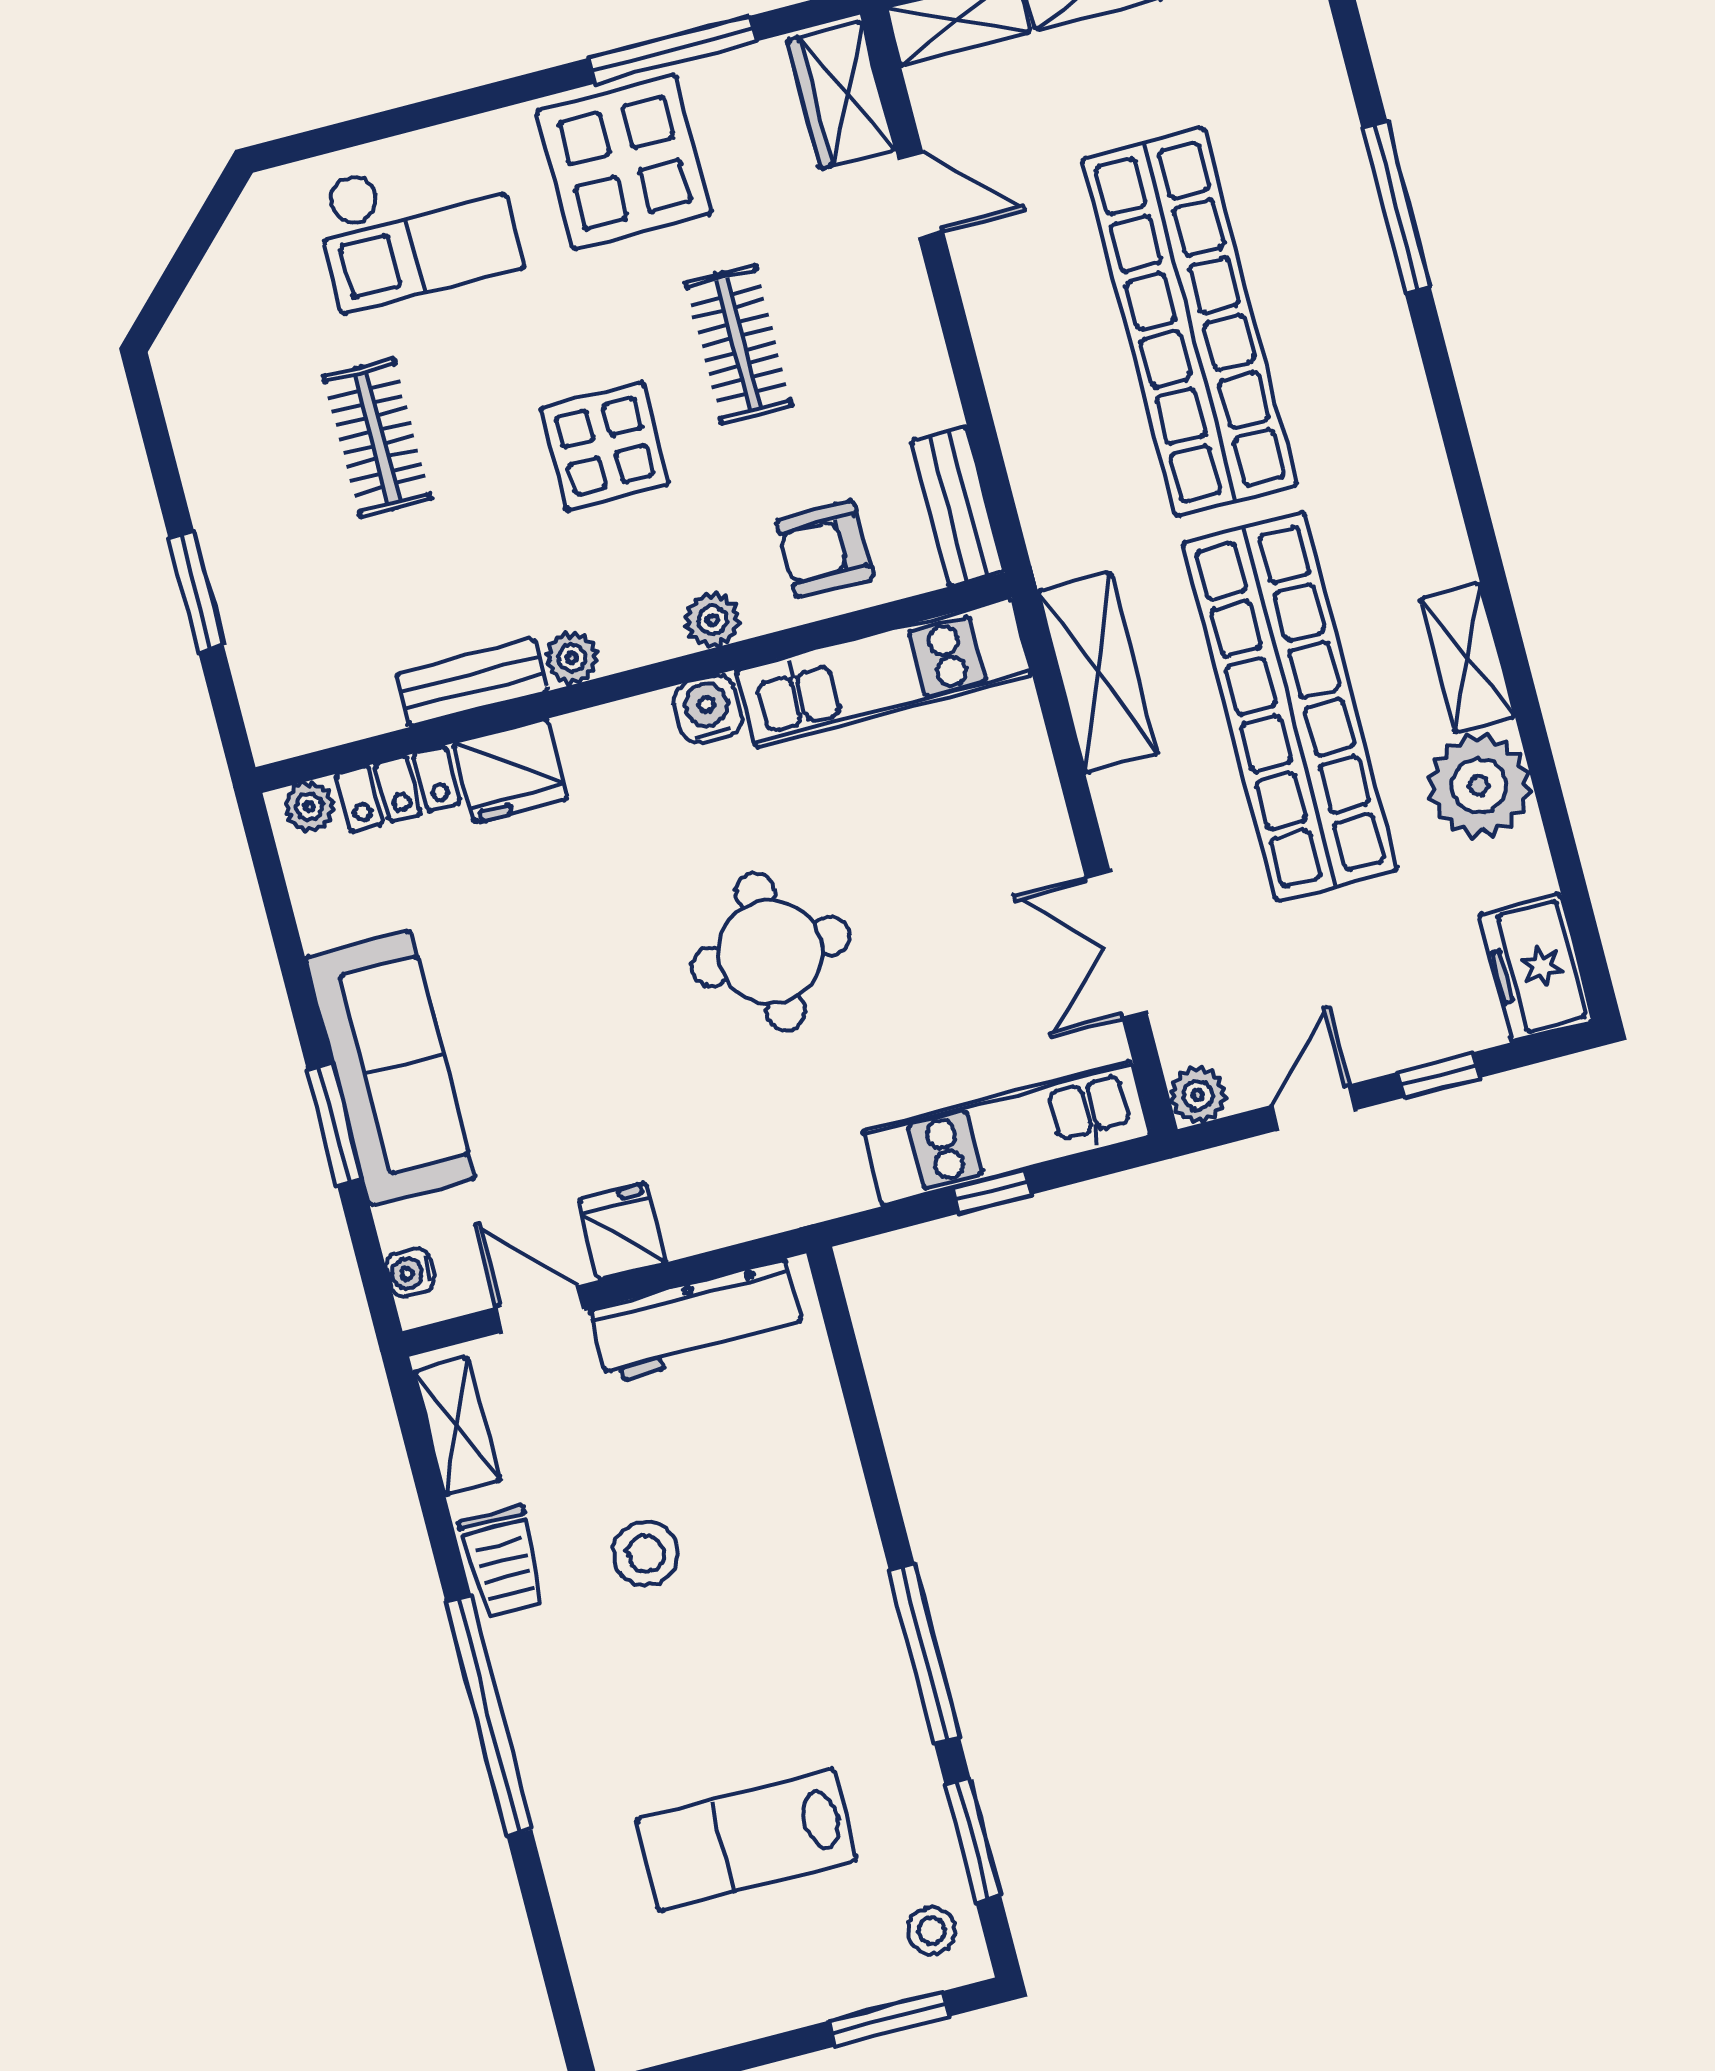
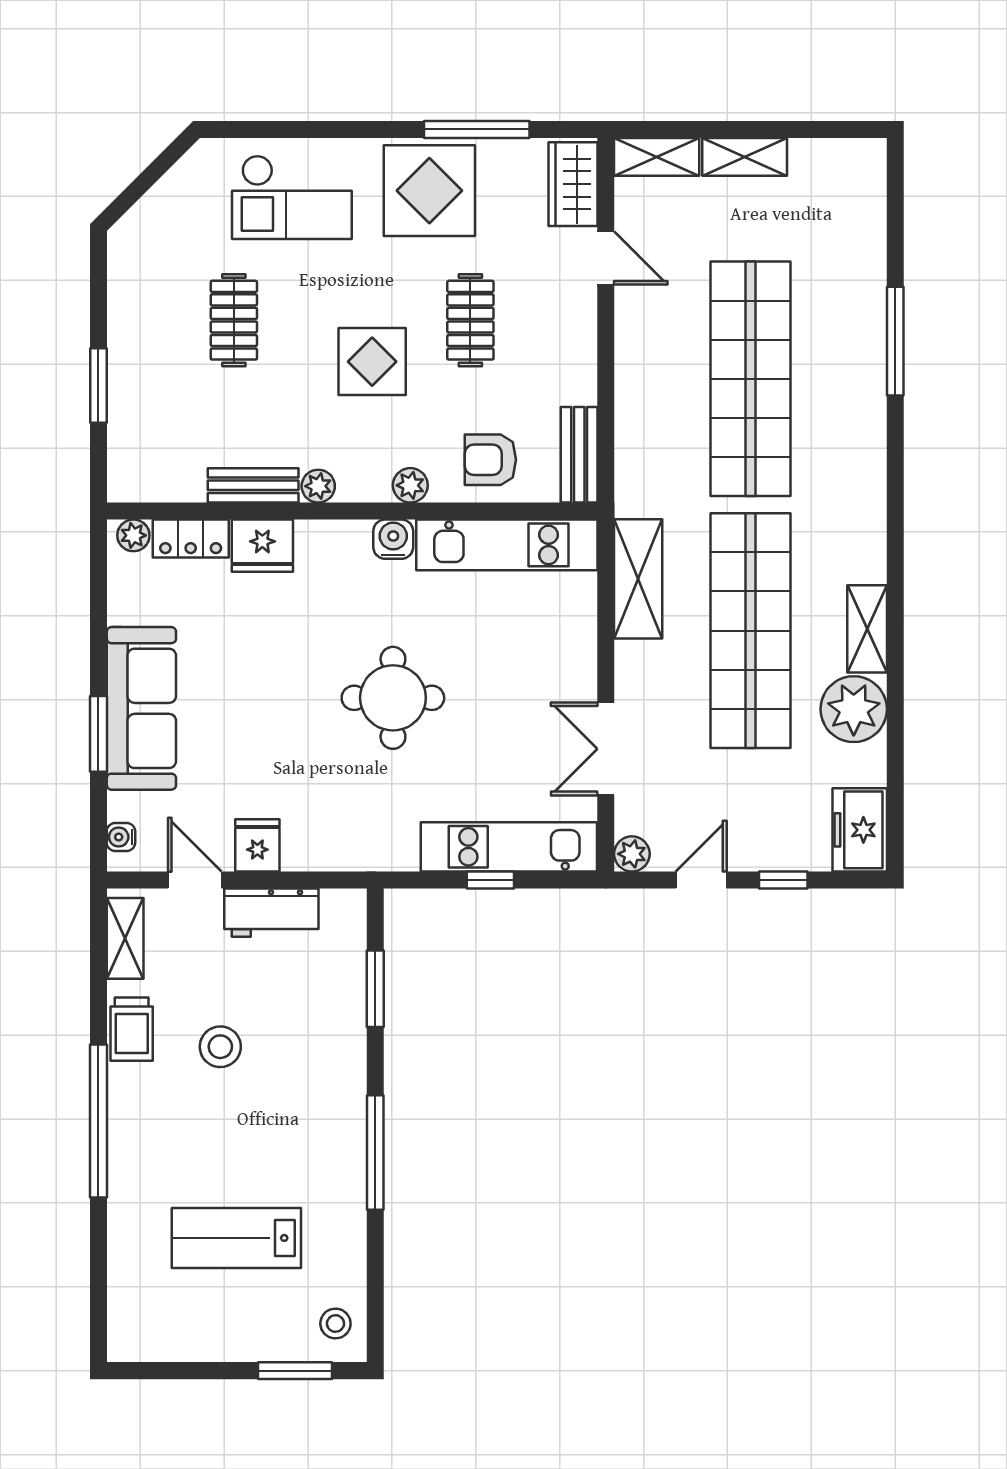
workbench: (697, 1321) -> (271, 913), width x0.73
window: (973, 1841) -> (375, 989), moved

